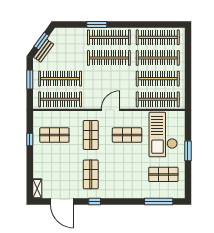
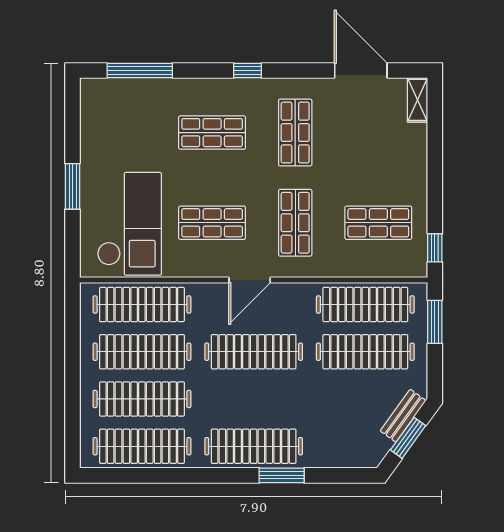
clothes rail: (109, 58) -> (254, 352), moved
window: (30, 79) -> (435, 322), moved
window: (30, 139) -> (435, 248), moved
shop shelf: (163, 174) -> (212, 133), moved
window: (95, 202) -> (248, 70), moved

